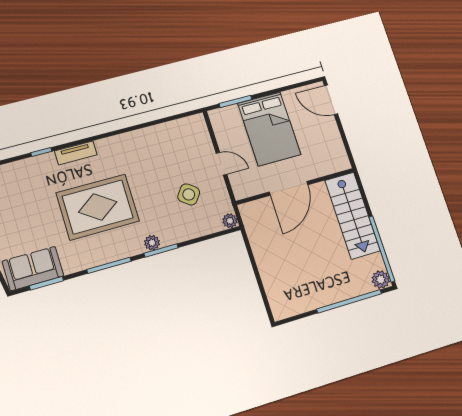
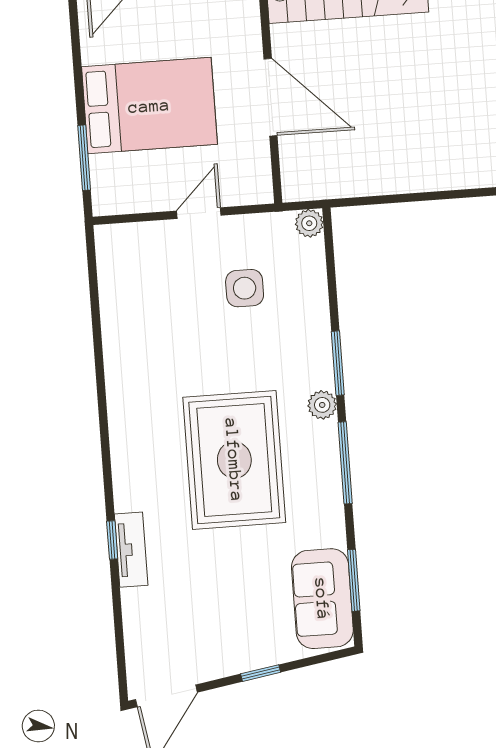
tv unit: (76, 153) -> (131, 550), moved
side table: (189, 194) -> (245, 288), turned -37
plant: (152, 243) -> (322, 405), moved

